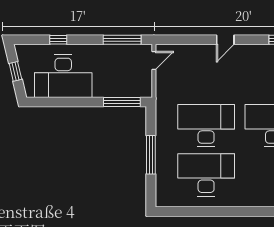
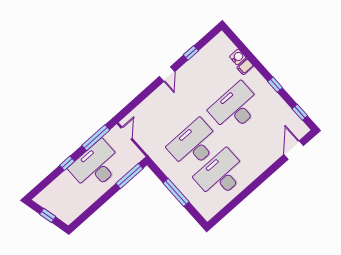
window: (58, 40) -> (67, 163), moved
door: (225, 40) -> (167, 74), moved
desk: (63, 76) -> (96, 166), moved, turned 180

